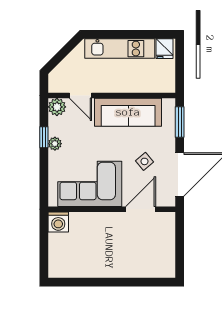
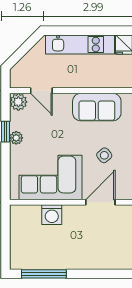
sofa: (128, 112) -> (97, 107), width x0.73
washing machine: (58, 222) -> (52, 215), moved
window: (83, 282) -> (44, 274), added

